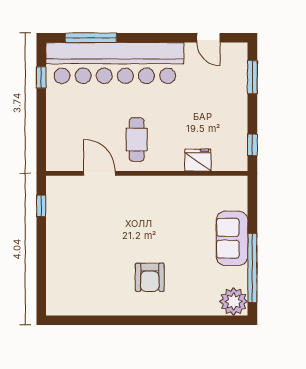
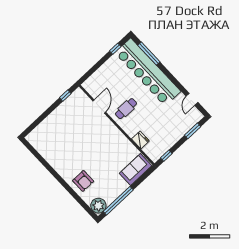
sofa: (232, 238) -> (136, 170), moved
armchair: (150, 277) -> (83, 181), moved, turned -90

